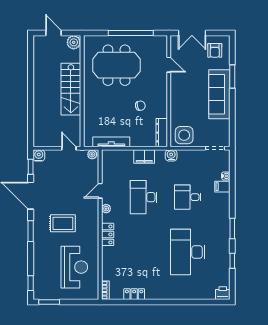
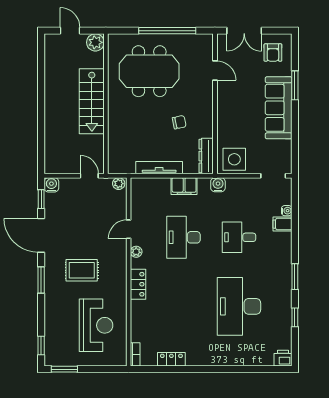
tv unit: (111, 142) -> (159, 168), moved

